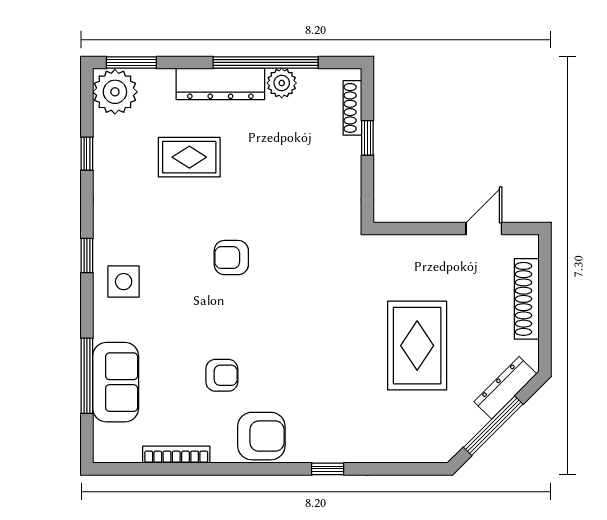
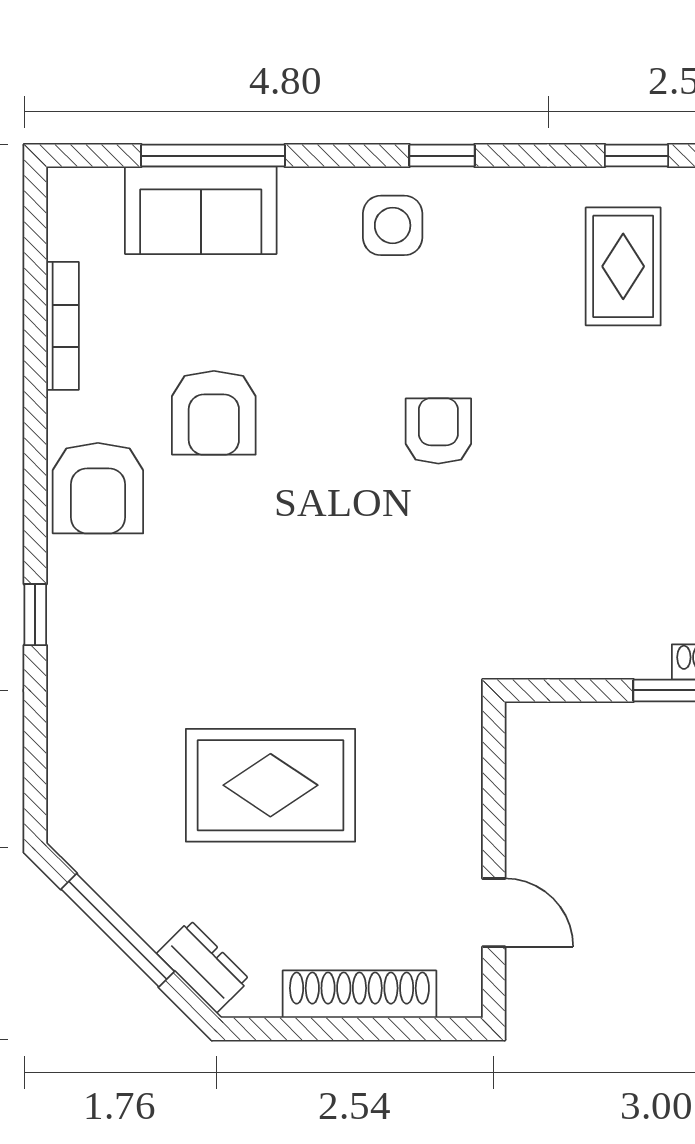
rug: (189, 157) -> (623, 266), moved
armchair: (222, 375) -> (214, 413), width x1.38, depth x1.38
dresser: (505, 388) -> (203, 967), width x0.70

